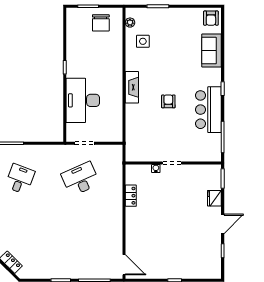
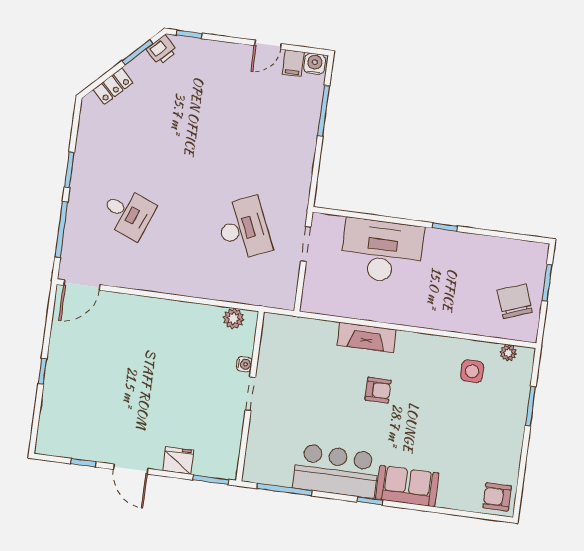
chair: (101, 23) -> (515, 301), turned 70
sofa: (212, 51) -> (407, 486), moved
fireplace: (132, 87) -> (367, 337), moved
armchair: (168, 101) -> (378, 390), moved
plant: (131, 178) -> (233, 318), added
desk: (20, 179) -> (128, 213), moved
locker: (131, 196) -> (202, 313), removed

